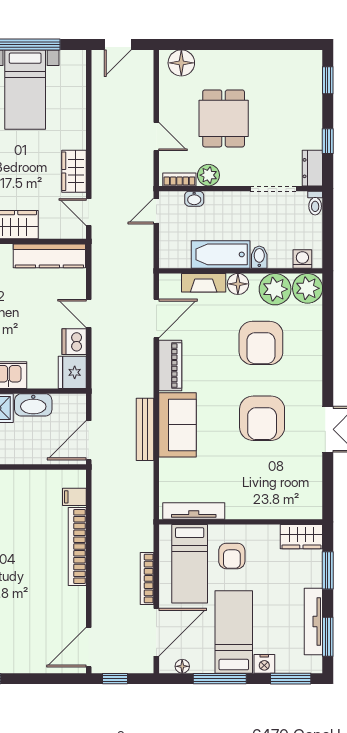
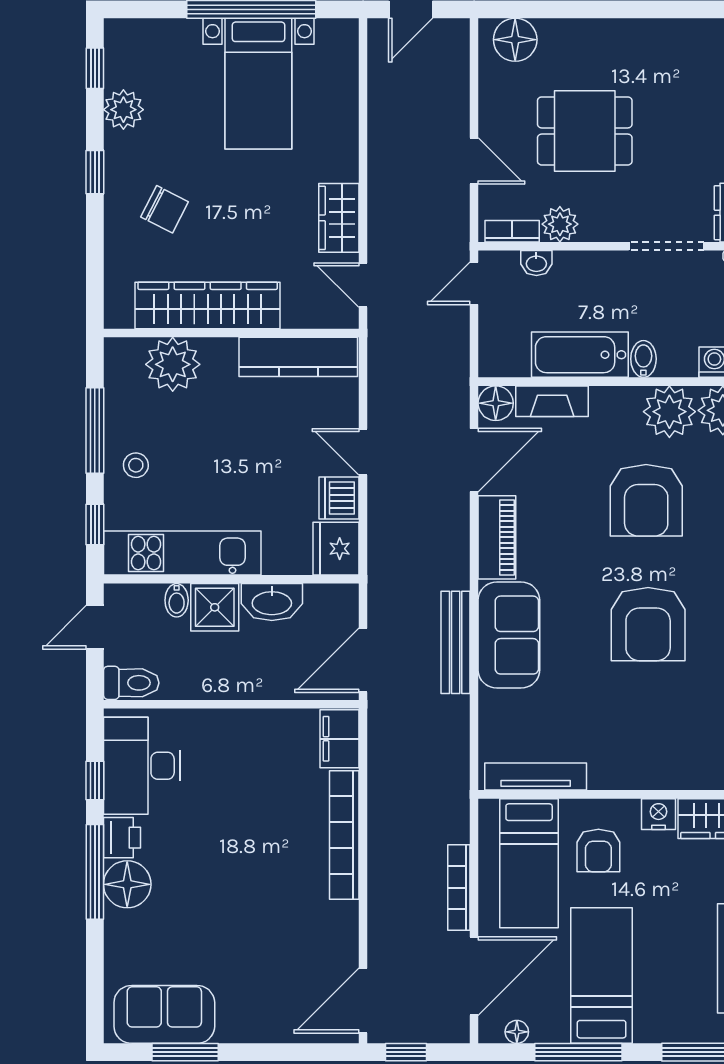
dining table: (224, 118) -> (585, 131), turned 90
floor lamp: (238, 284) -> (496, 403), moved
filing cabinet: (74, 497) -> (340, 739), width x2.00
nightstand: (264, 664) -> (659, 814), moved, turned 180

